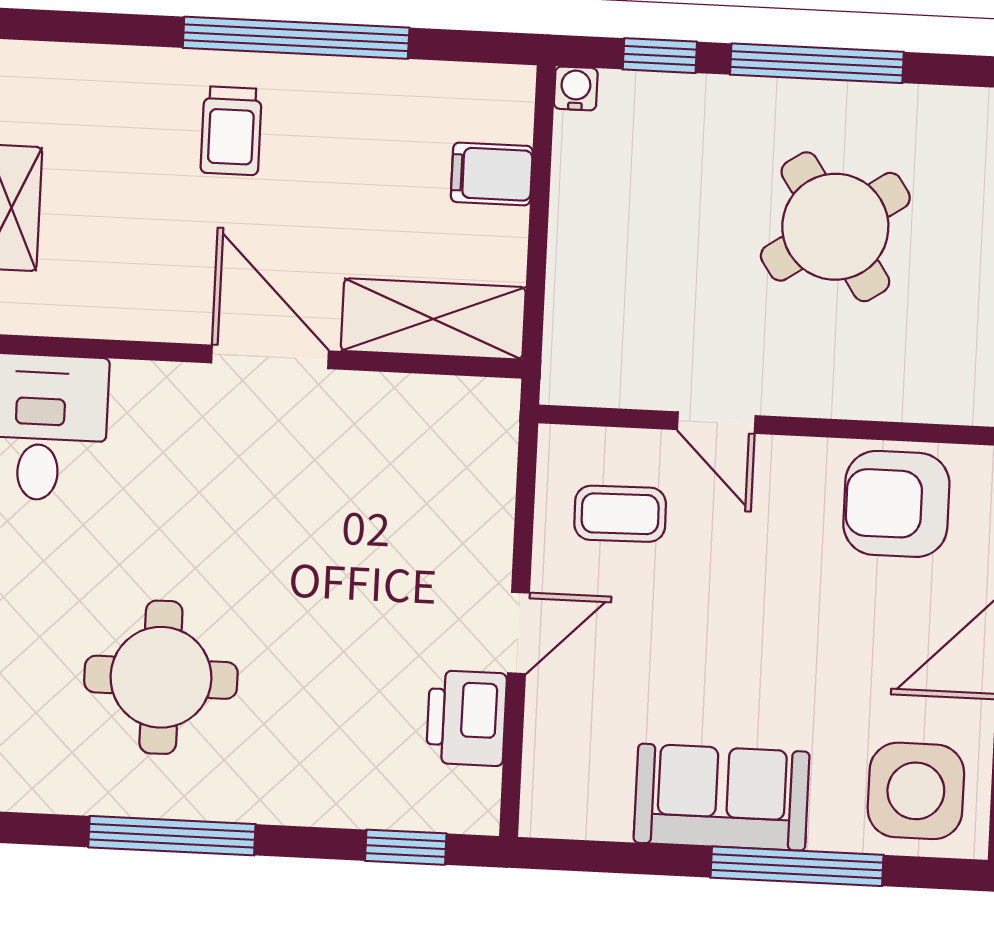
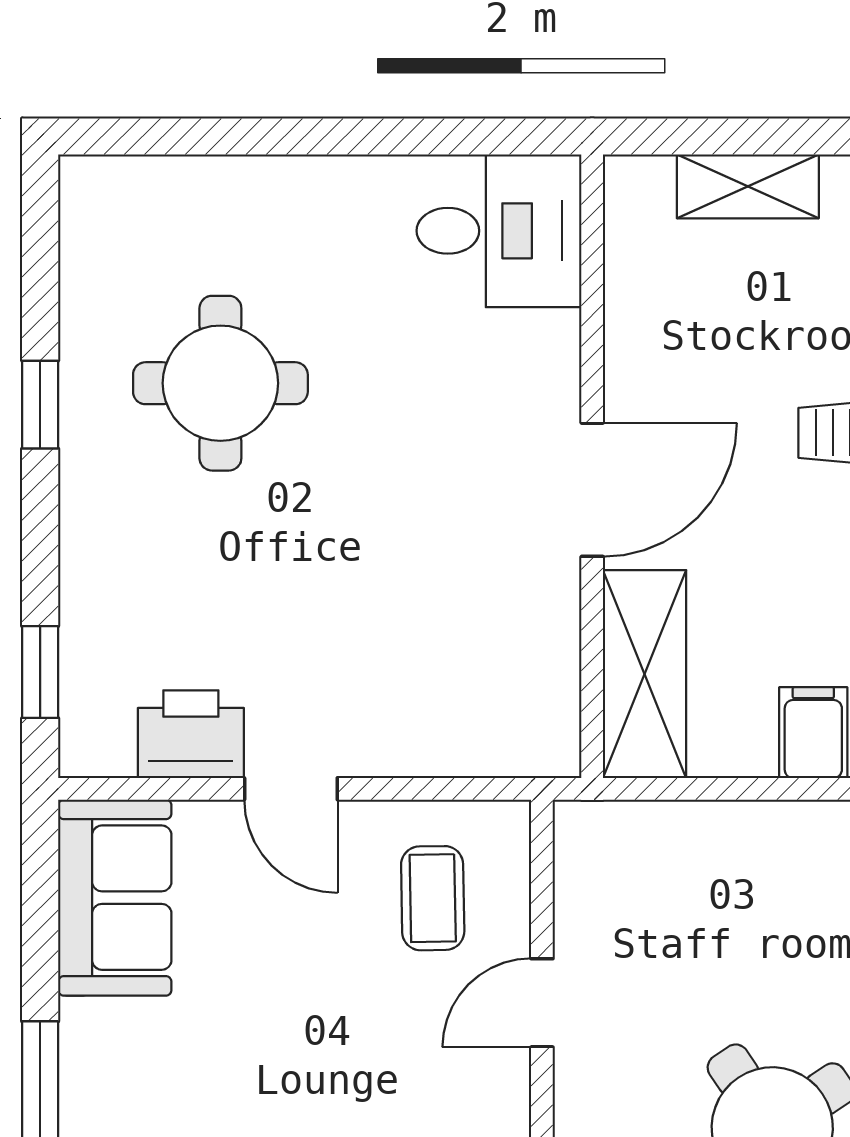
sofa: (722, 797) -> (115, 898), moved
window: (172, 836) -> (40, 405), width x0.46

